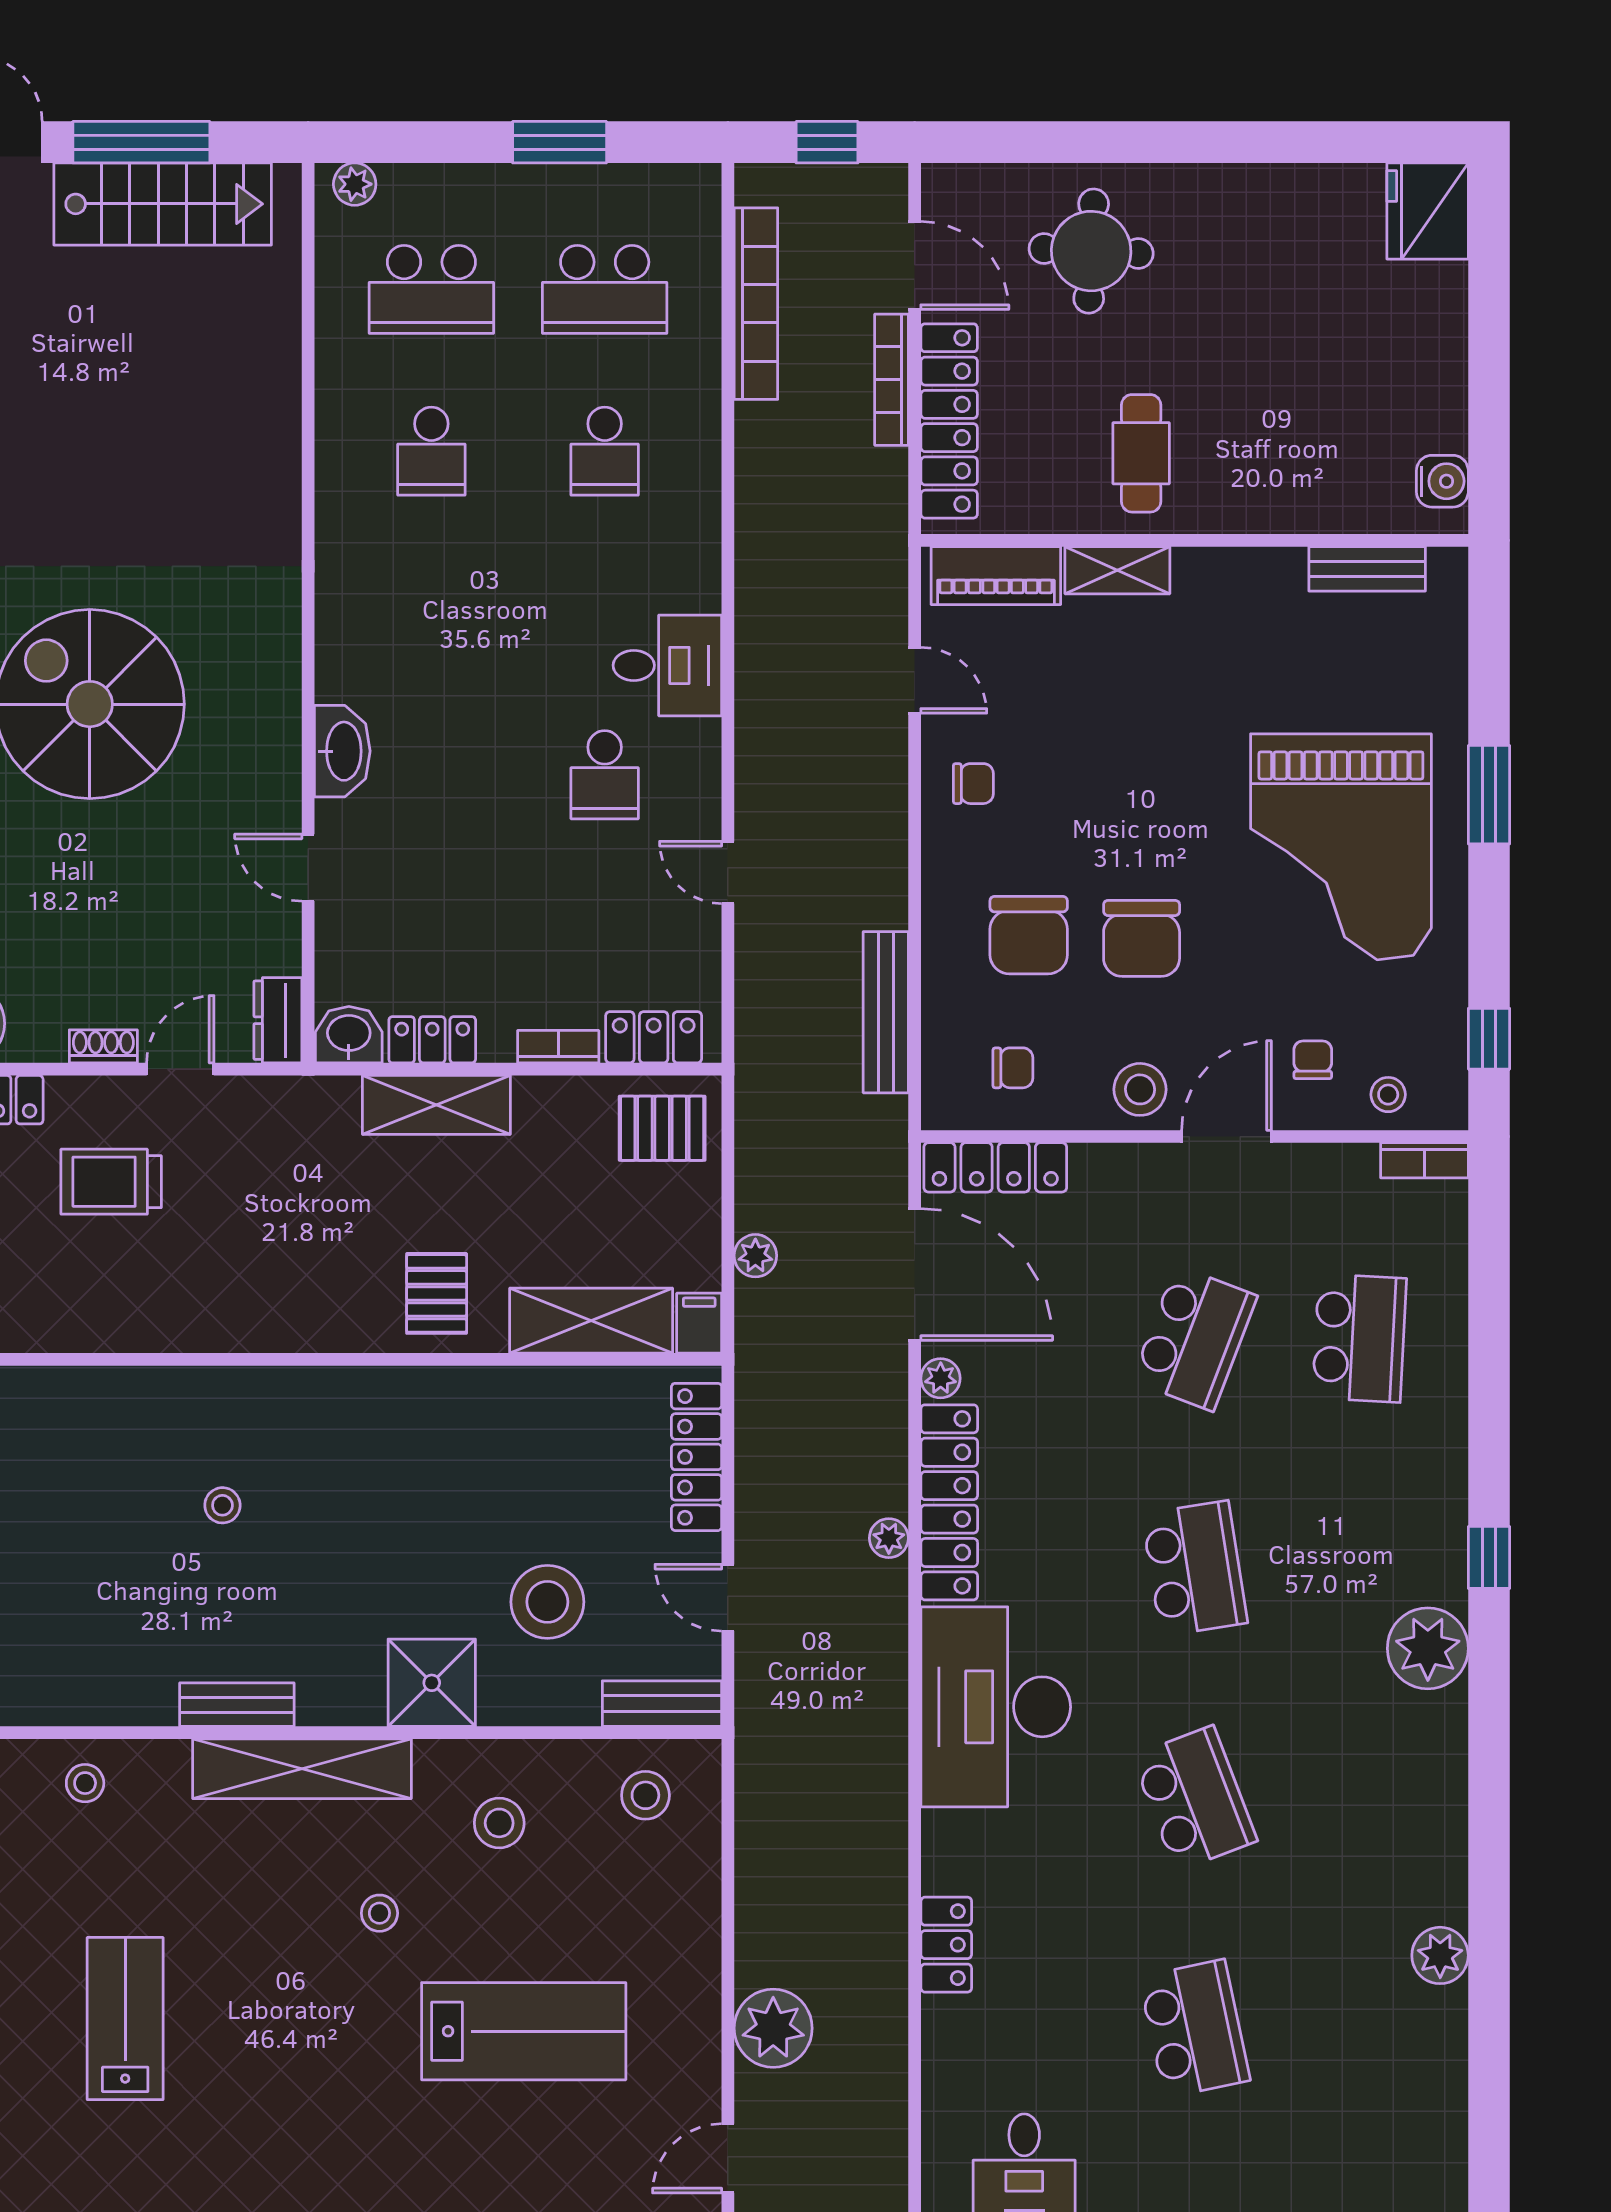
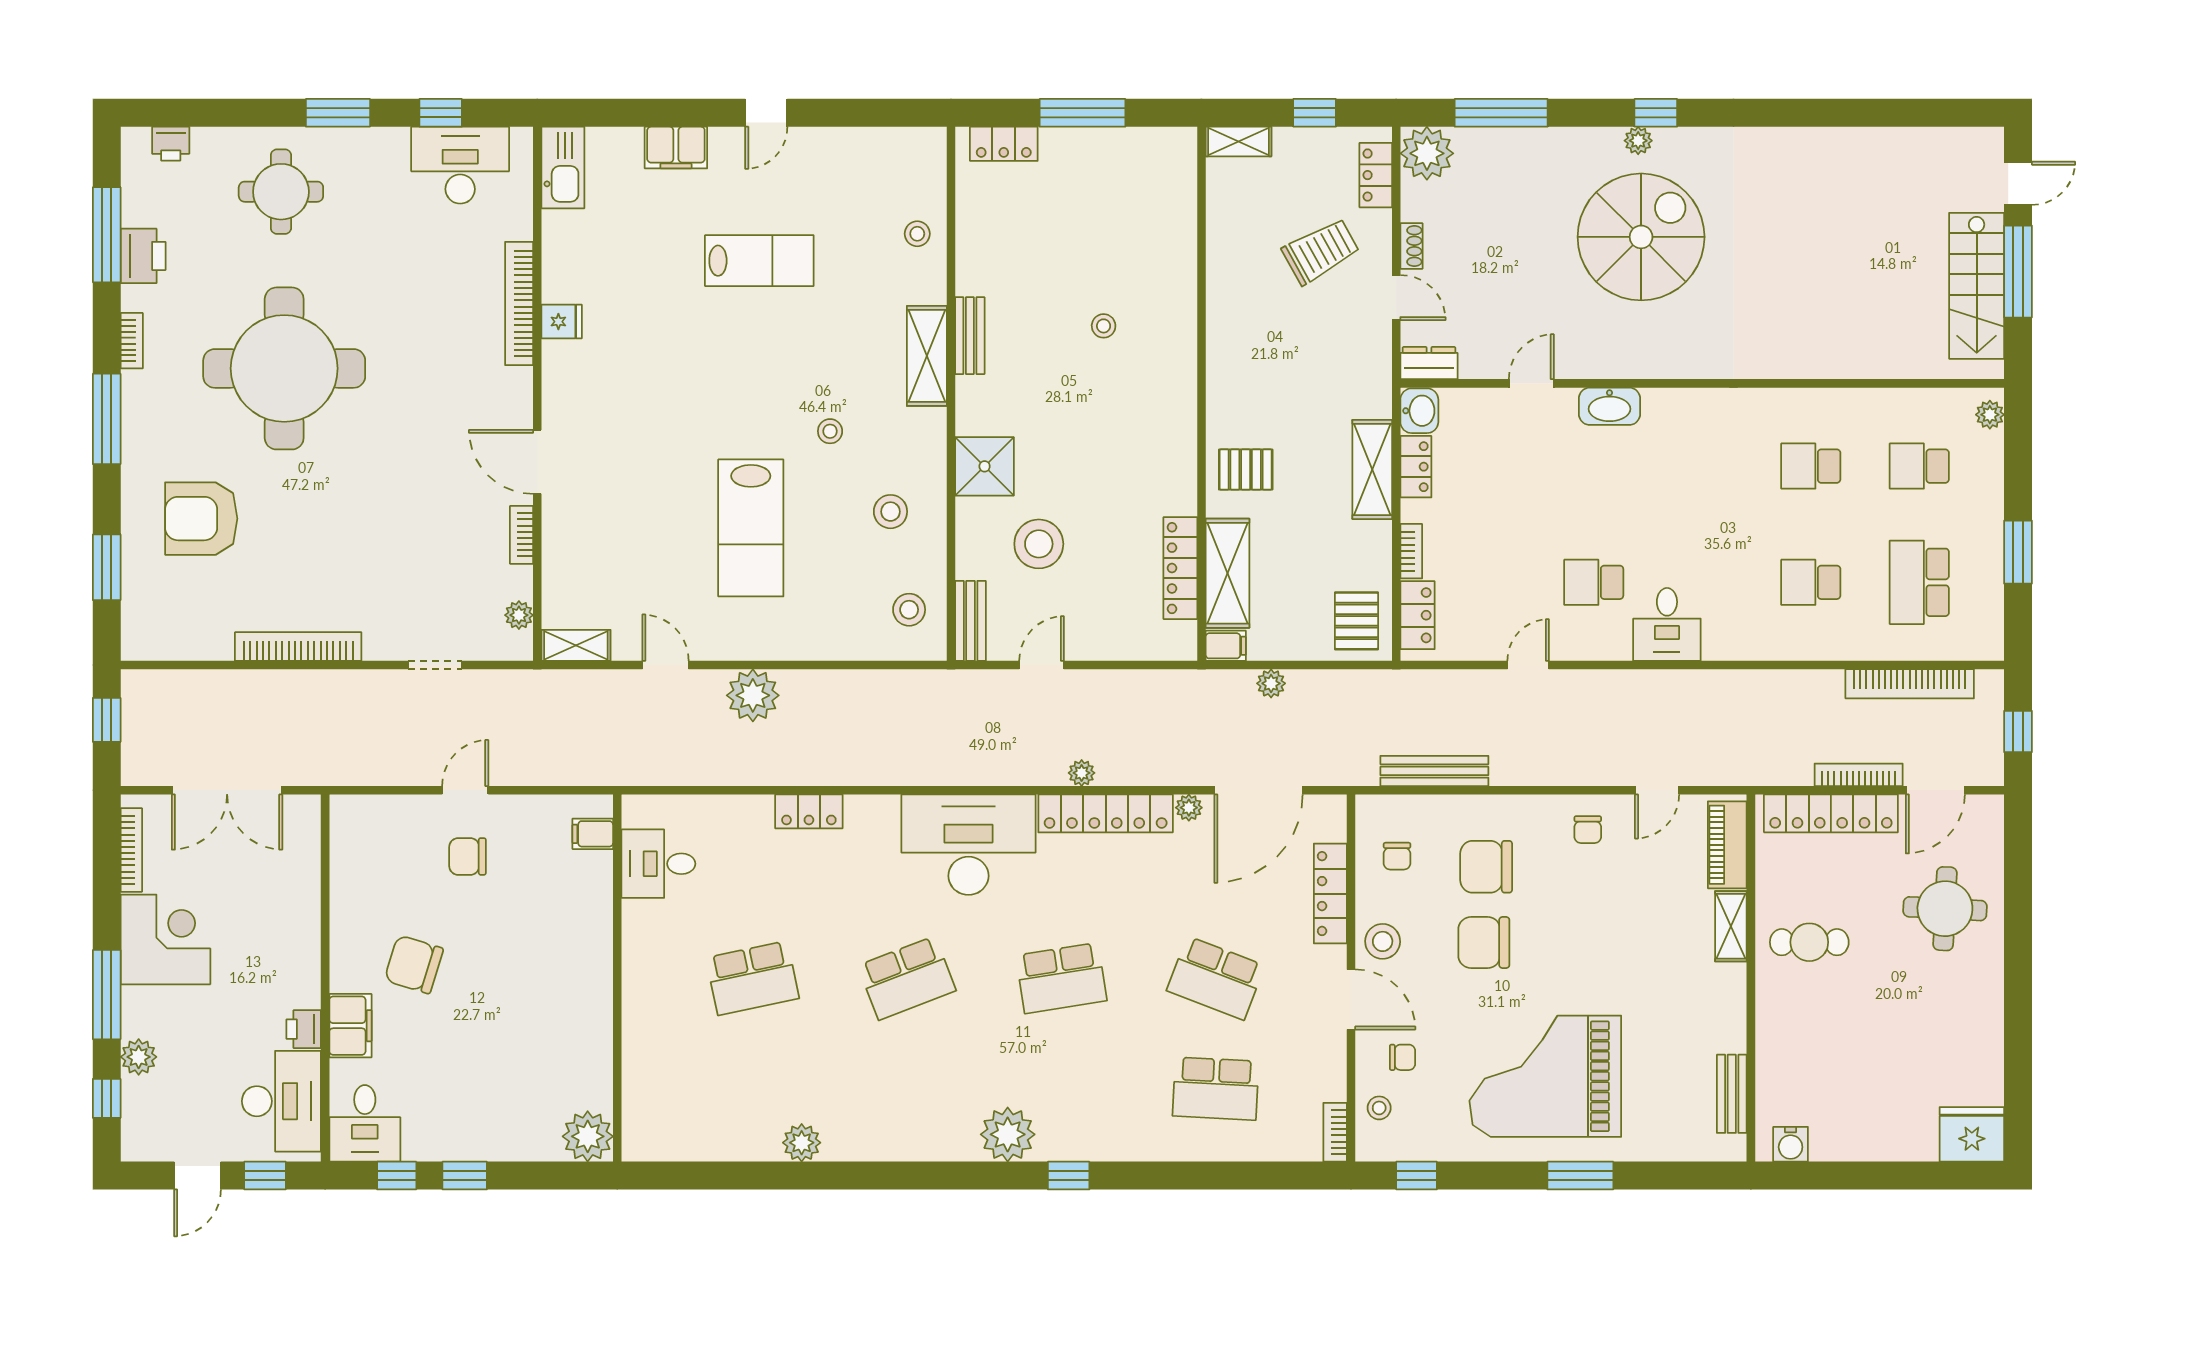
school desk: (431, 289) -> (1919, 466), width x0.54
locker: (995, 1167) -> (1330, 894), moved
trolley: (111, 1182) -> (1321, 251), turned 61
locker: (697, 1457) -> (1180, 568), moved, turned -90
shelving: (302, 1769) -> (927, 356), width x0.68

